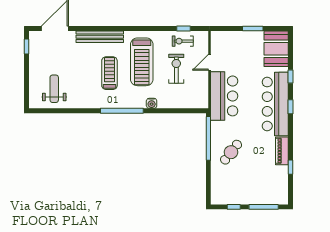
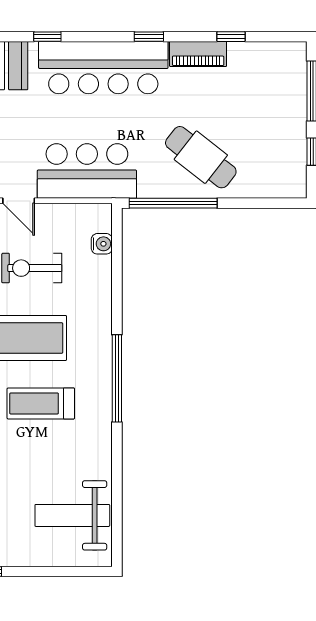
weight bench: (54, 89) -> (72, 515), width x1.36, depth x1.33
water cooler: (152, 103) -> (102, 244), moved
window: (291, 107) -> (149, 37), moved
cafe table: (231, 152) -> (201, 157), width x1.37, depth x1.35

